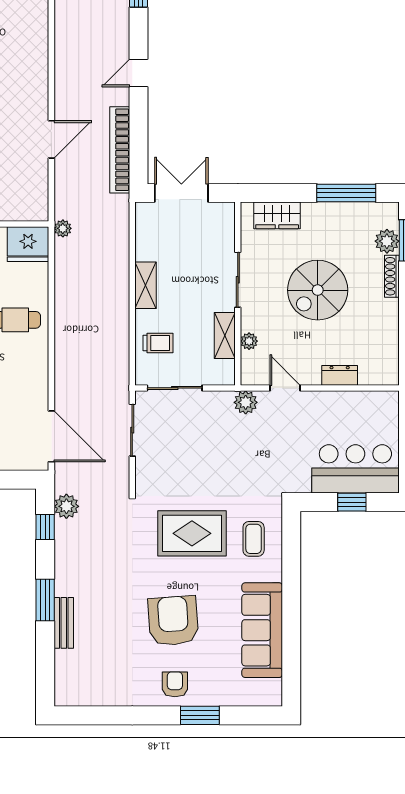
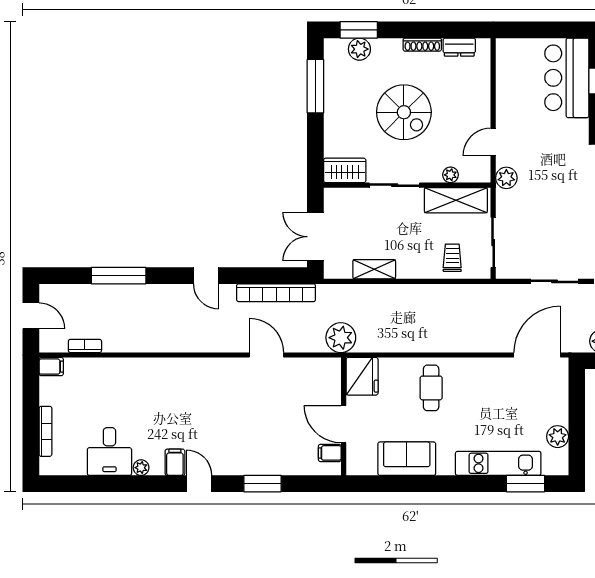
wardrobe: (277, 215) -> (345, 170), moved, turned -90
plant: (63, 228) -> (341, 338), width x1.88, depth x1.88
shoe rack: (392, 276) -> (422, 45), moved
shelving: (145, 285) -> (374, 269), moved
shelving: (225, 336) -> (456, 200), width x1.50, depth x1.33
dresser: (340, 375) -> (459, 47), moved, turned -90
sliding door: (132, 430) -> (554, 281), moved

